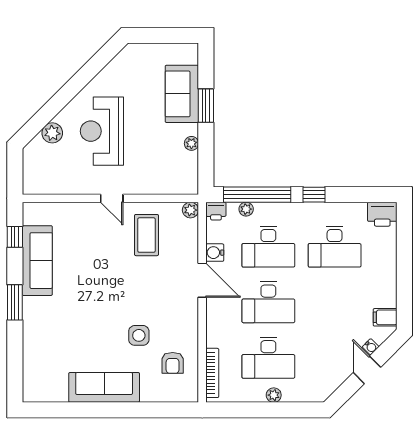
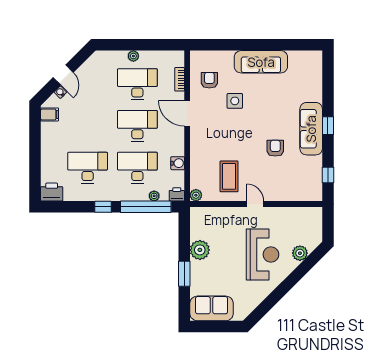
sofa: (182, 94) -> (212, 308), moved, turned -90
plant: (191, 143) -> (200, 250), width x1.88, depth x1.88
sofa: (37, 261) -> (311, 129), moved
armchair: (85, 273) -> (275, 148), added
door: (202, 280) -> (187, 113), moved
window: (15, 302) -> (328, 126), width x0.67
bookcase: (212, 373) -> (180, 79), width x0.64

